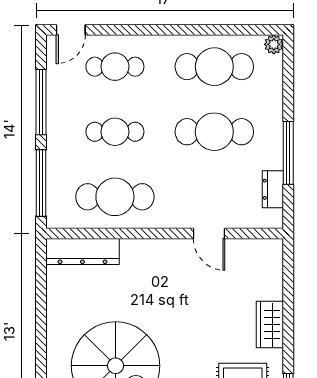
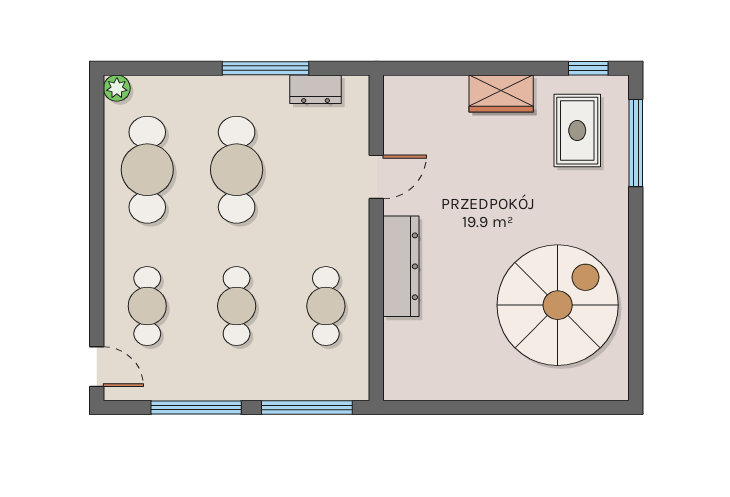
cafe table: (115, 197) -> (326, 306), width x0.73, depth x0.74
dresser: (82, 252) -> (401, 266), moved

